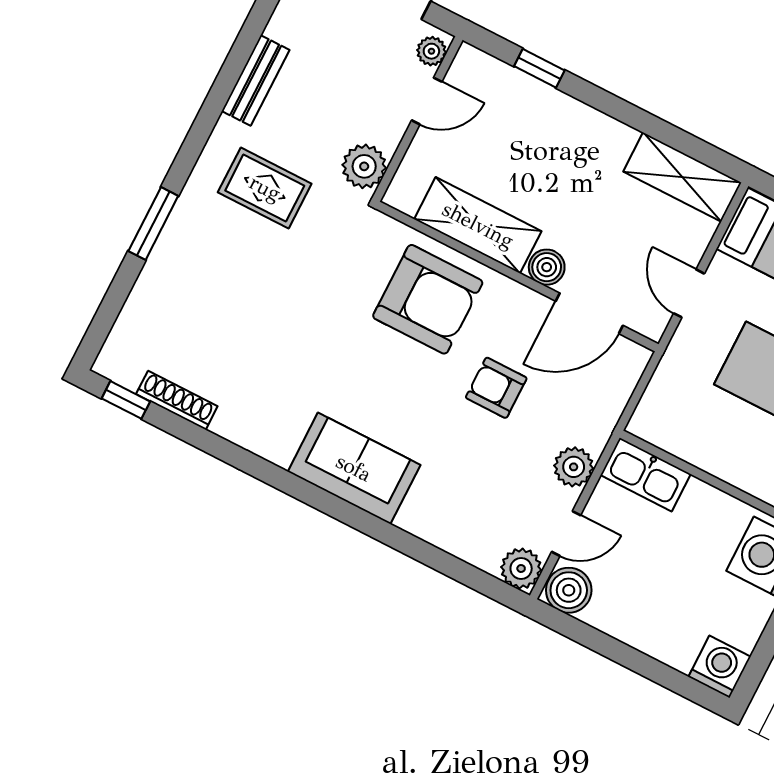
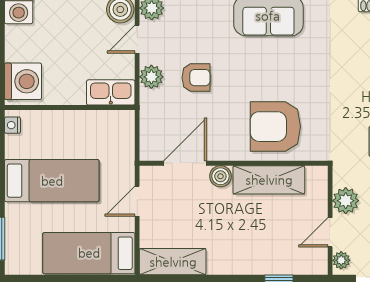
plant: (364, 166) -> (346, 201), moved
door: (689, 293) -> (137, 201), swing flipped
armchair: (496, 388) -> (196, 78), moved

